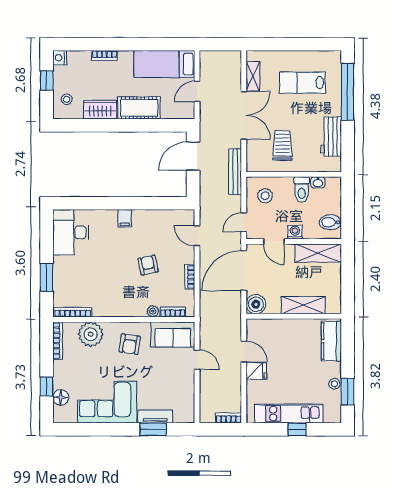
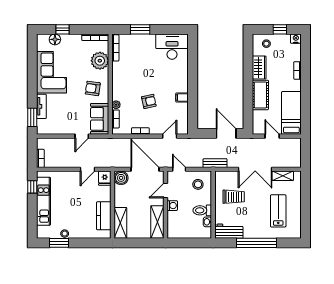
window: (348, 92) -> (256, 243), moved
workbench: (331, 136) -> (229, 231), moved
bench: (235, 172) -> (215, 163), width x0.73
filing cabinet: (125, 218) -> (182, 98), moved
bidet: (330, 222) -> (179, 231), removed
shelving: (303, 305) -> (120, 223), moved
kitchen counter: (331, 341) -> (104, 216), moved, turned -90
fridge: (256, 371) -> (105, 178), moved
window: (153, 429) -> (32, 117), moved
window: (297, 429) -> (32, 187), moved

